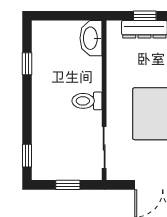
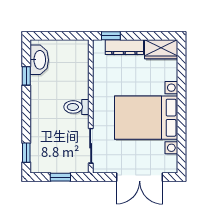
window: (145, 16) -> (111, 36), moved
washbasin: (91, 38) -> (39, 60), moved, turned 180

